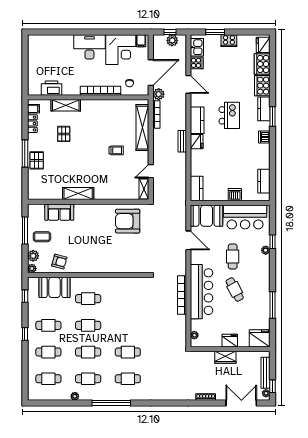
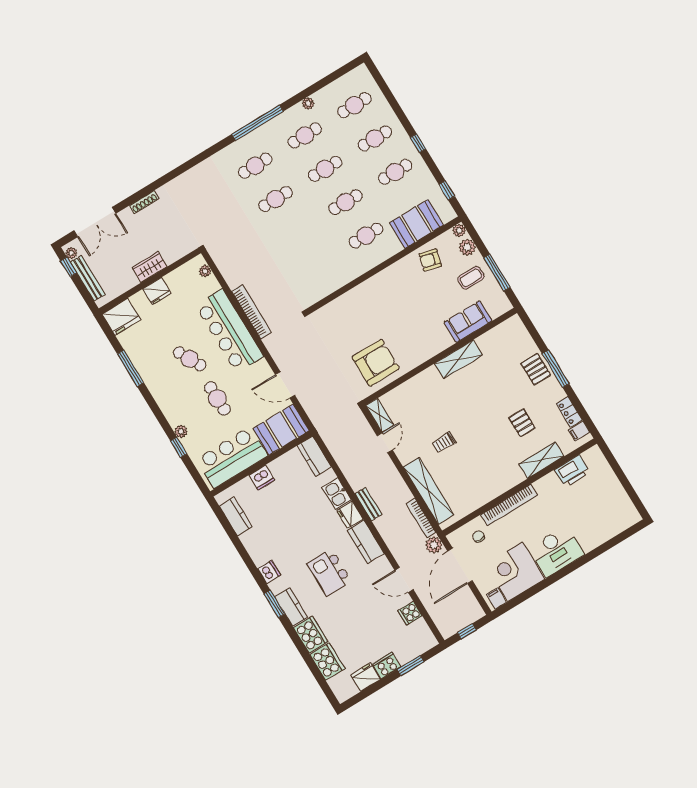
plant: (172, 40) -> (458, 623), removed
fridge: (263, 45) -> (366, 677), moved, turned -90
kitchen sink: (197, 47) -> (337, 494), moved

